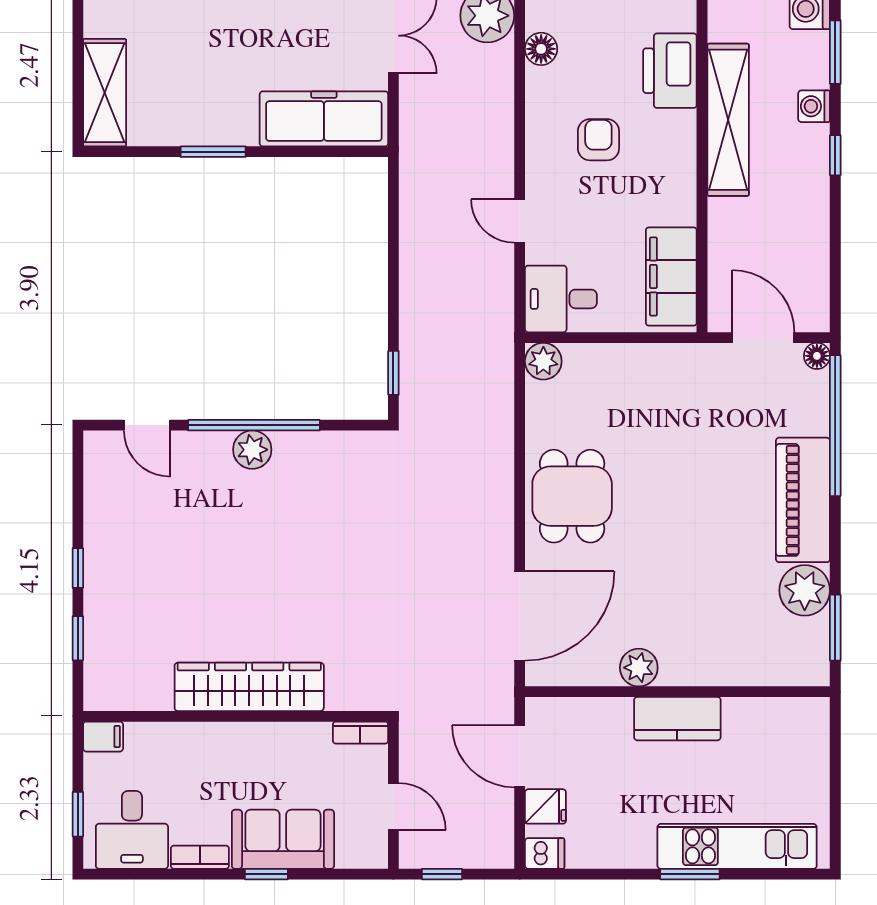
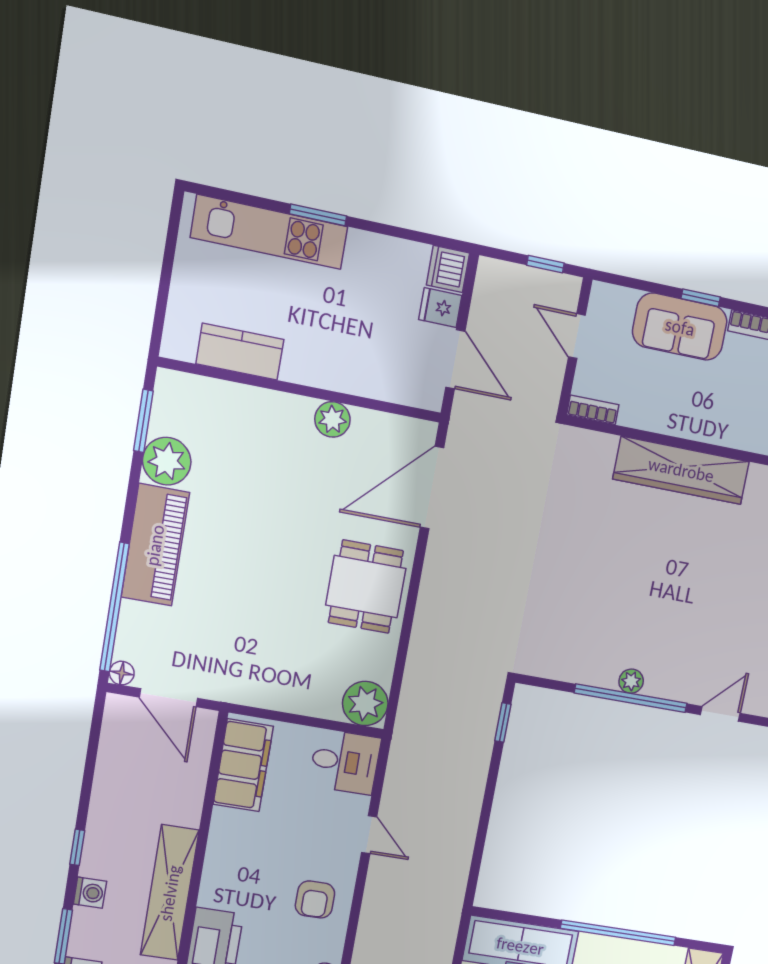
armchair: (598, 140) -> (315, 899), moved
window: (213, 152) -> (618, 933), width x2.11
plant: (543, 361) -> (365, 703), width x1.36, depth x1.36
door: (147, 425) -> (720, 714), hinge flipped
plant: (252, 450) -> (631, 681), width x0.73, depth x0.73
kitchen counter: (677, 719) -> (240, 352), moved
dishwasher: (545, 853) -> (448, 269), width x1.38

